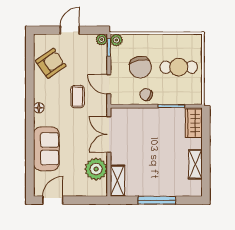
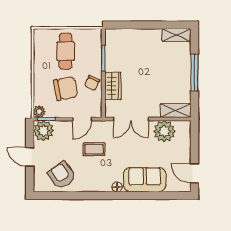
plant: (102, 40) -> (44, 131), width x1.87, depth x1.87
floor lamp: (39, 108) -> (117, 187), moved
wardrobe: (194, 123) -> (113, 86), moved, turned -90
shelving: (195, 164) -> (176, 35), moved

